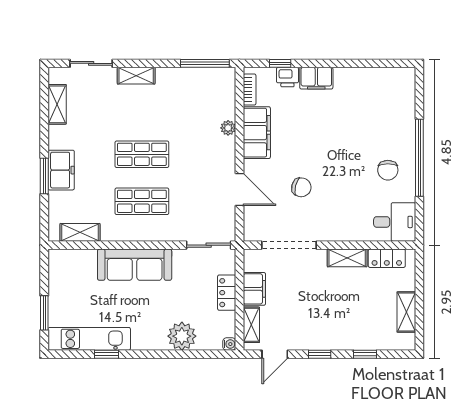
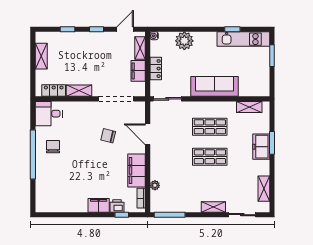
plant: (228, 128) -> (155, 185), moved

